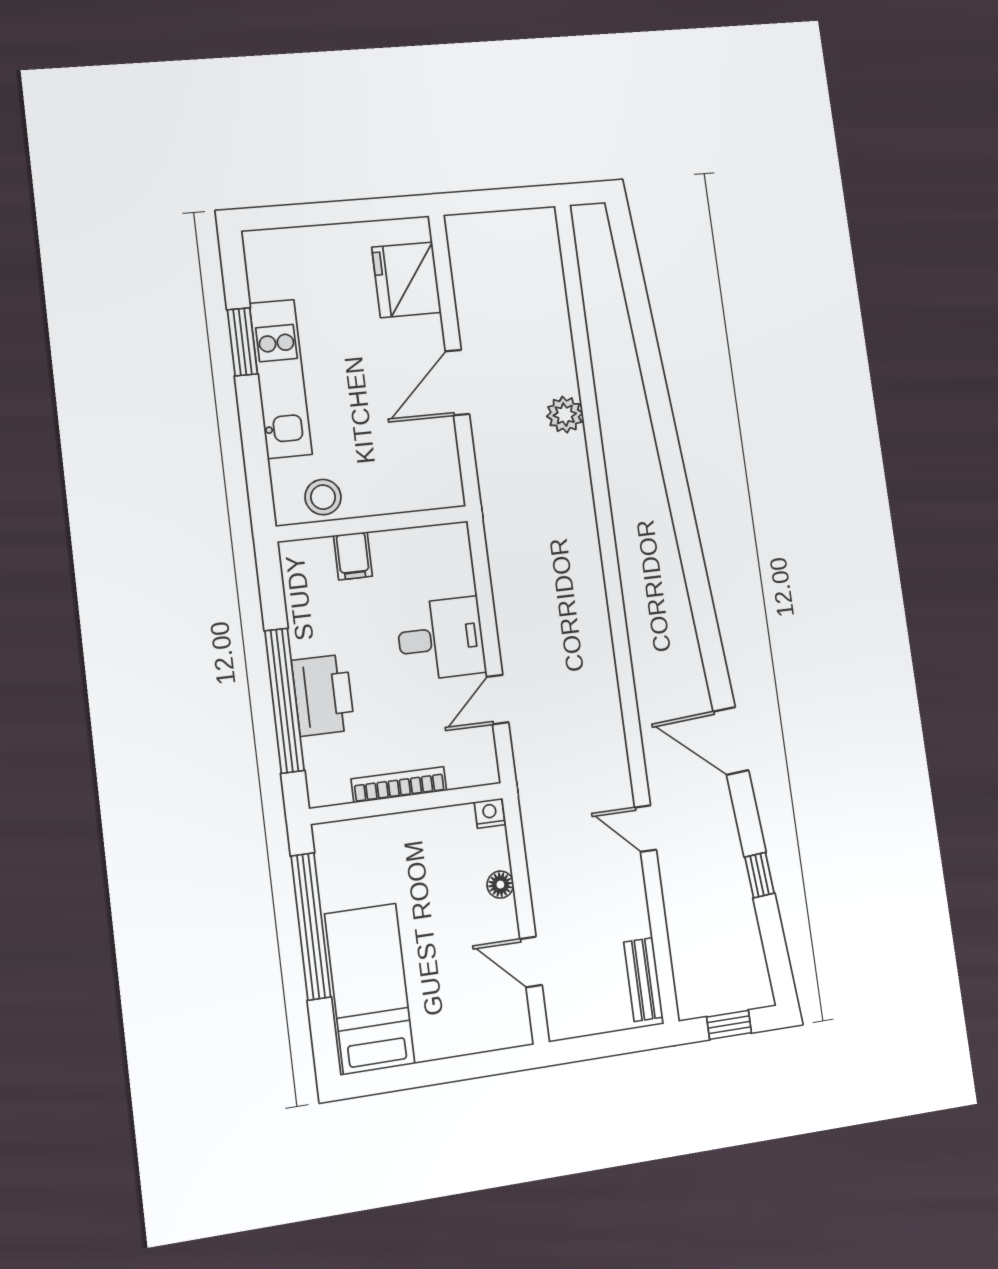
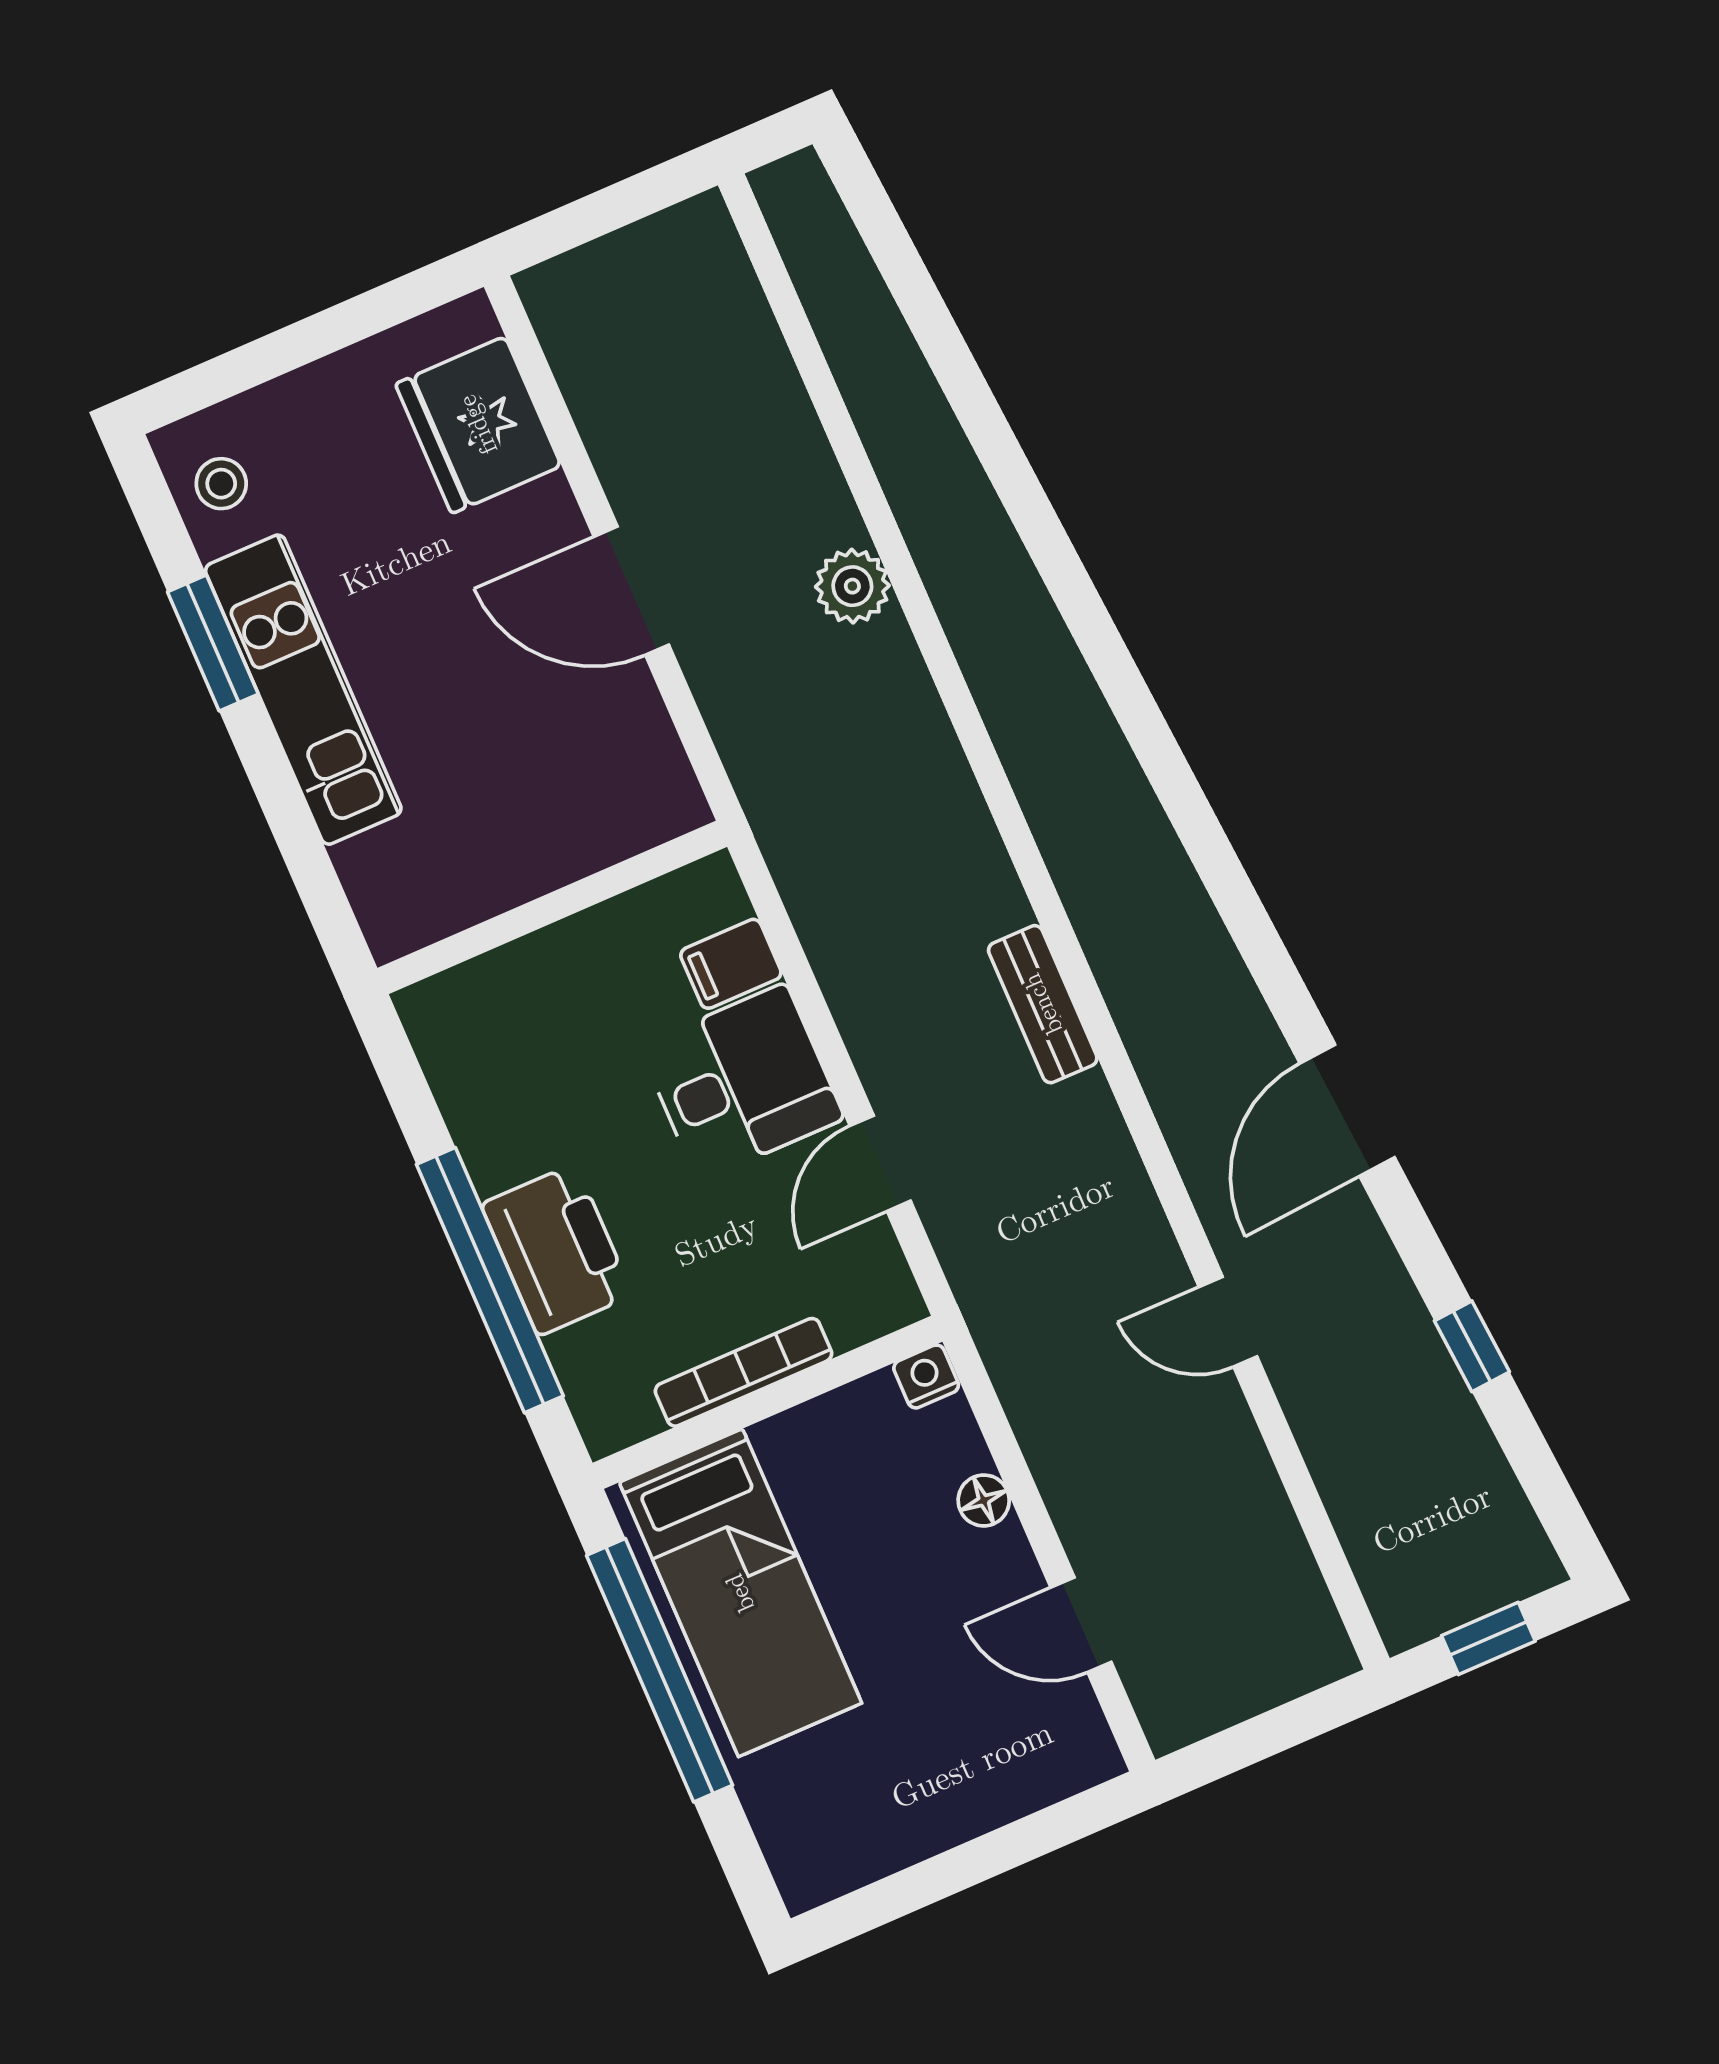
door: (457, 383) -> (631, 591), hinge flipped
stool: (323, 497) -> (221, 484), moved, width x0.73, depth x0.73
filing cabinet: (353, 556) -> (731, 964), moved, turned 90
door: (731, 741) -> (1347, 1110), hinge flipped
bench: (643, 980) -> (1043, 1004), moved
bed: (370, 989) -> (740, 1593), moved, turned 180

